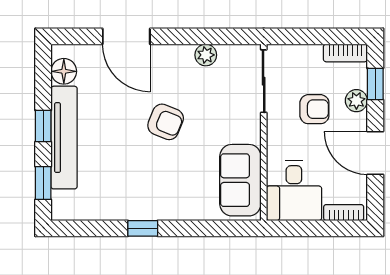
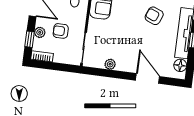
armchair: (166, 122) -> (154, 16), moved

